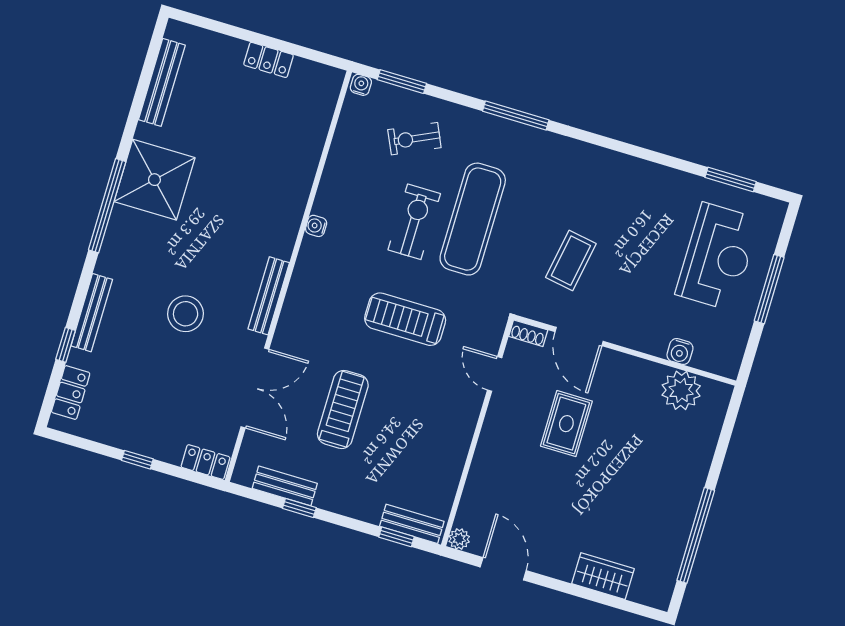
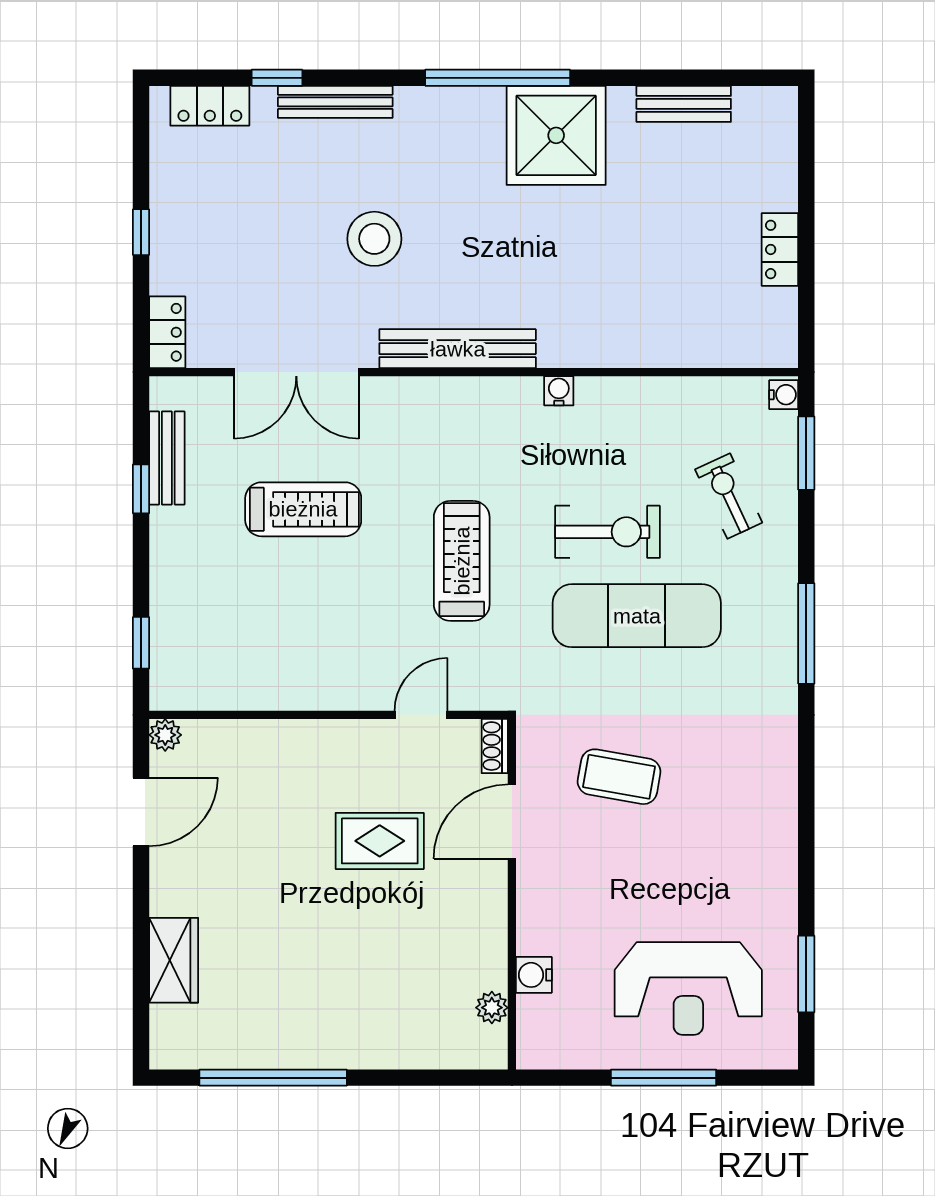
bench: (162, 82) -> (684, 104), width x0.73
bench: (269, 296) -> (458, 349), width x1.37, depth x1.21
plant: (681, 390) -> (492, 1008), width x0.53, depth x0.53
bench: (412, 524) -> (167, 659), removed

